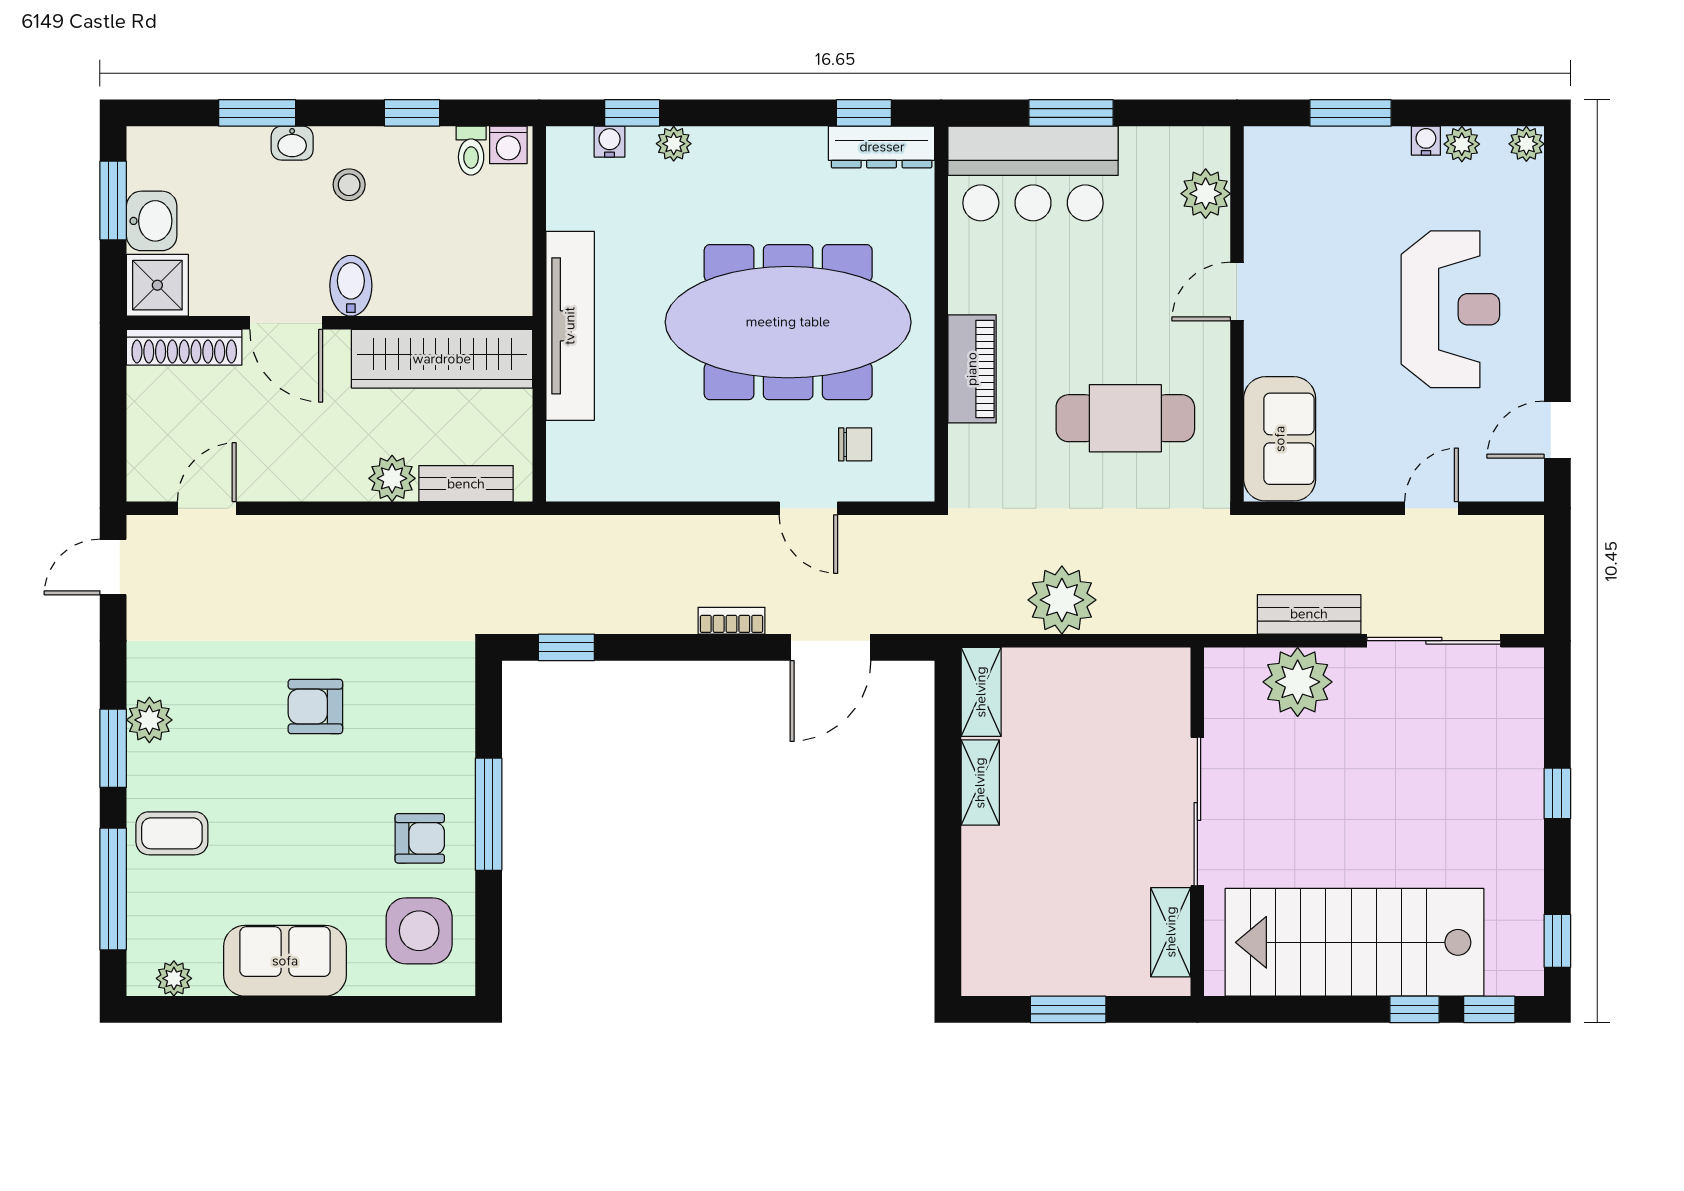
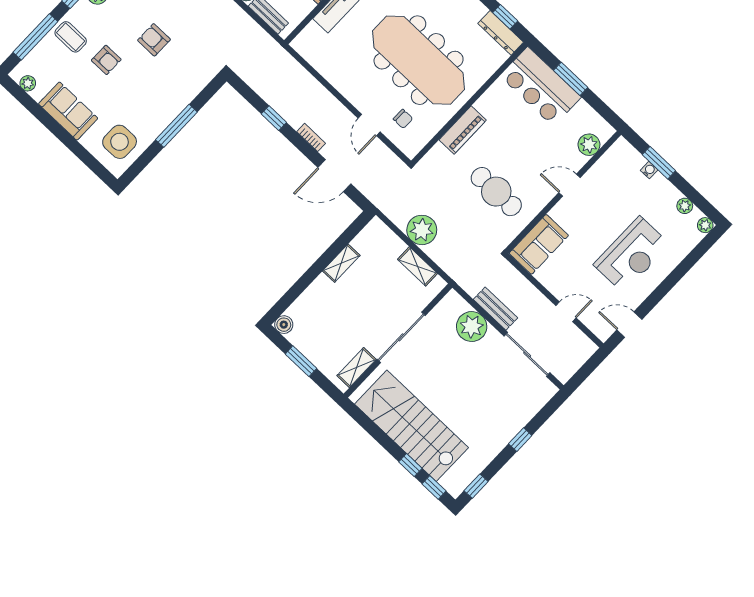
water cooler: (1426, 141) -> (649, 170), moved
window: (566, 647) -> (274, 118), moved
shelving: (981, 692) -> (417, 266), moved, turned 90
armchair: (420, 838) -> (106, 60), moved
boiler: (982, 976) -> (284, 325), added

